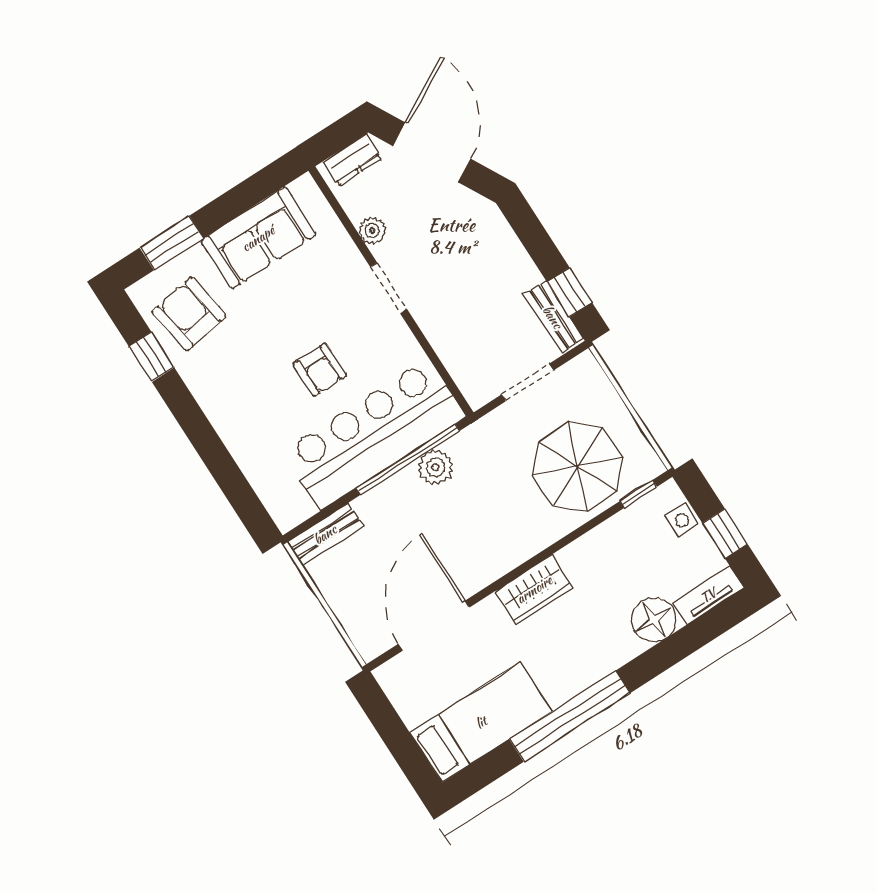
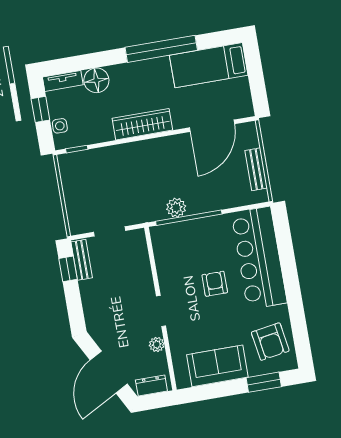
window: (152, 357) -> (299, 328), removed
bar counter: (374, 434) -> (259, 258), moved, turned 90
parasol: (578, 466) -> (102, 177), removed
bench: (325, 534) -> (256, 169), moved, turned 90
wardrobe: (534, 589) -> (142, 124), width x1.50

